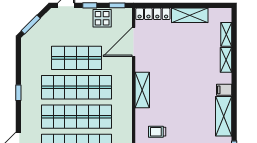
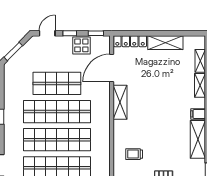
shelving: (142, 90) -> (120, 102), moved

